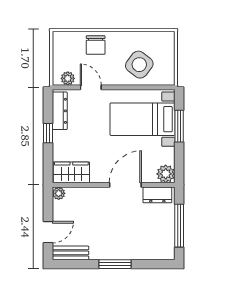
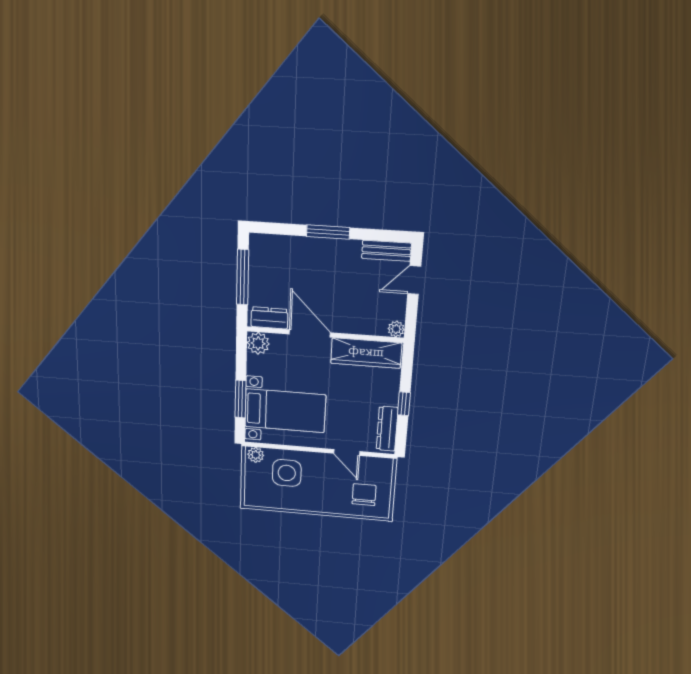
chair: (96, 45) -> (364, 495), moved
side table: (139, 65) -> (287, 473), turned -37
plant: (68, 78) -> (256, 455), moved
wardrobe: (71, 172) -> (366, 353), width x1.50
door: (125, 185) -> (310, 333), swing flipped

